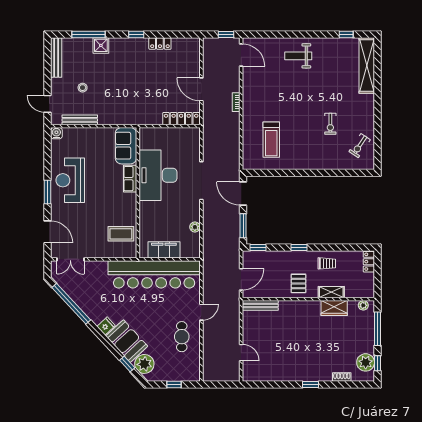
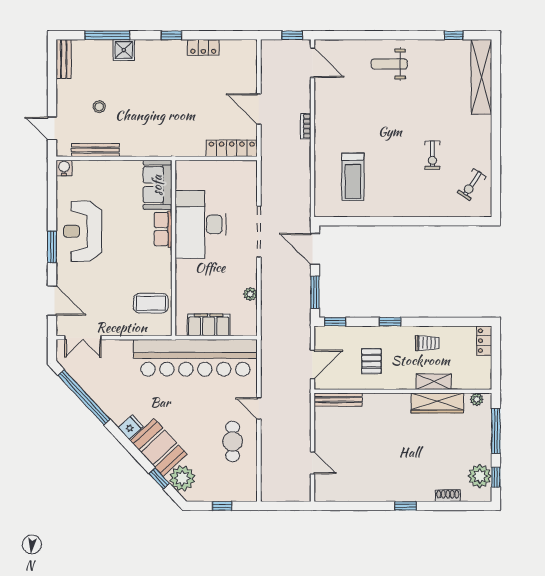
bench: (56, 57) -> (64, 59), width x0.73
pallet: (298, 283) -> (371, 361), moved
wardrobe: (334, 308) -> (437, 403), width x1.50
door: (201, 312) -> (259, 408), swing flipped

